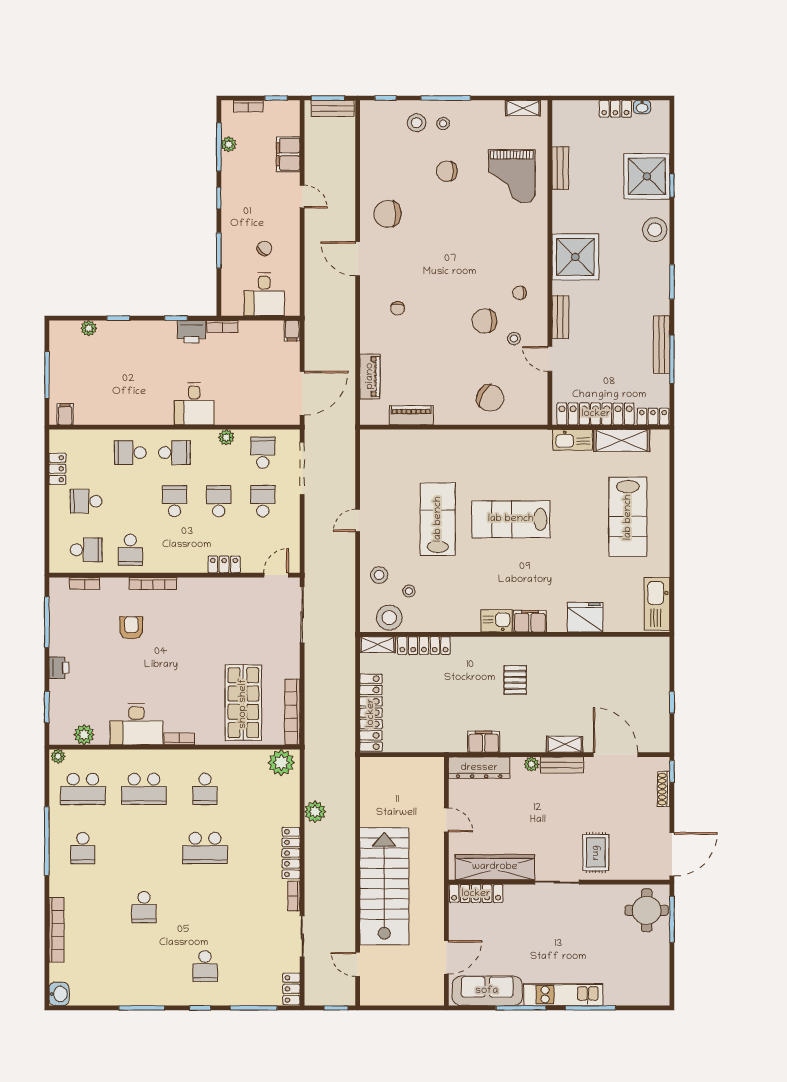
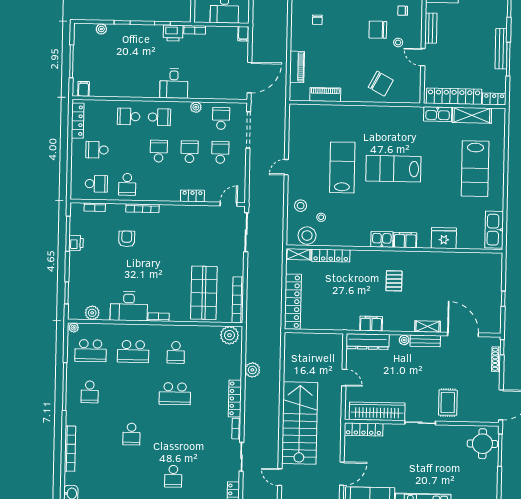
locker: (57, 469) -> (78, 121), width x1.53
printer: (59, 668) -> (76, 243), moved

